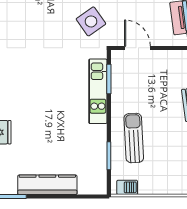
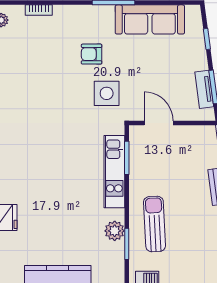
side table: (91, 21) -> (107, 93), turned 35
plant: (98, 144) -> (115, 231), added

